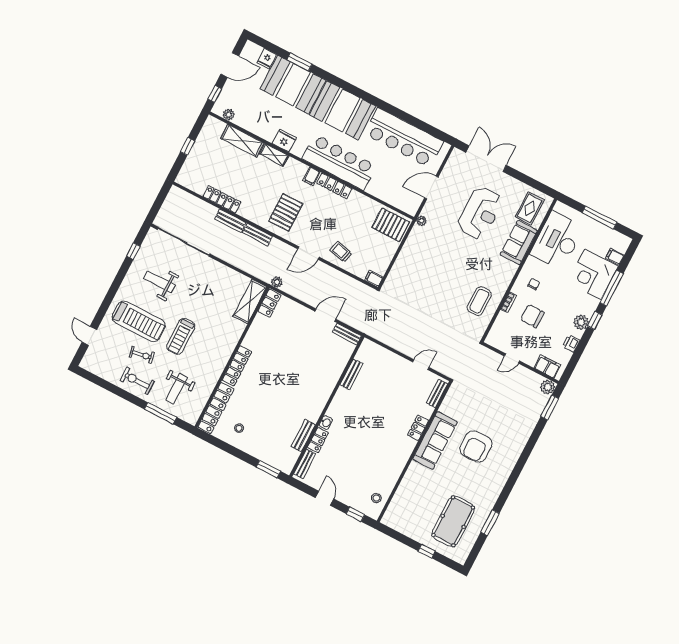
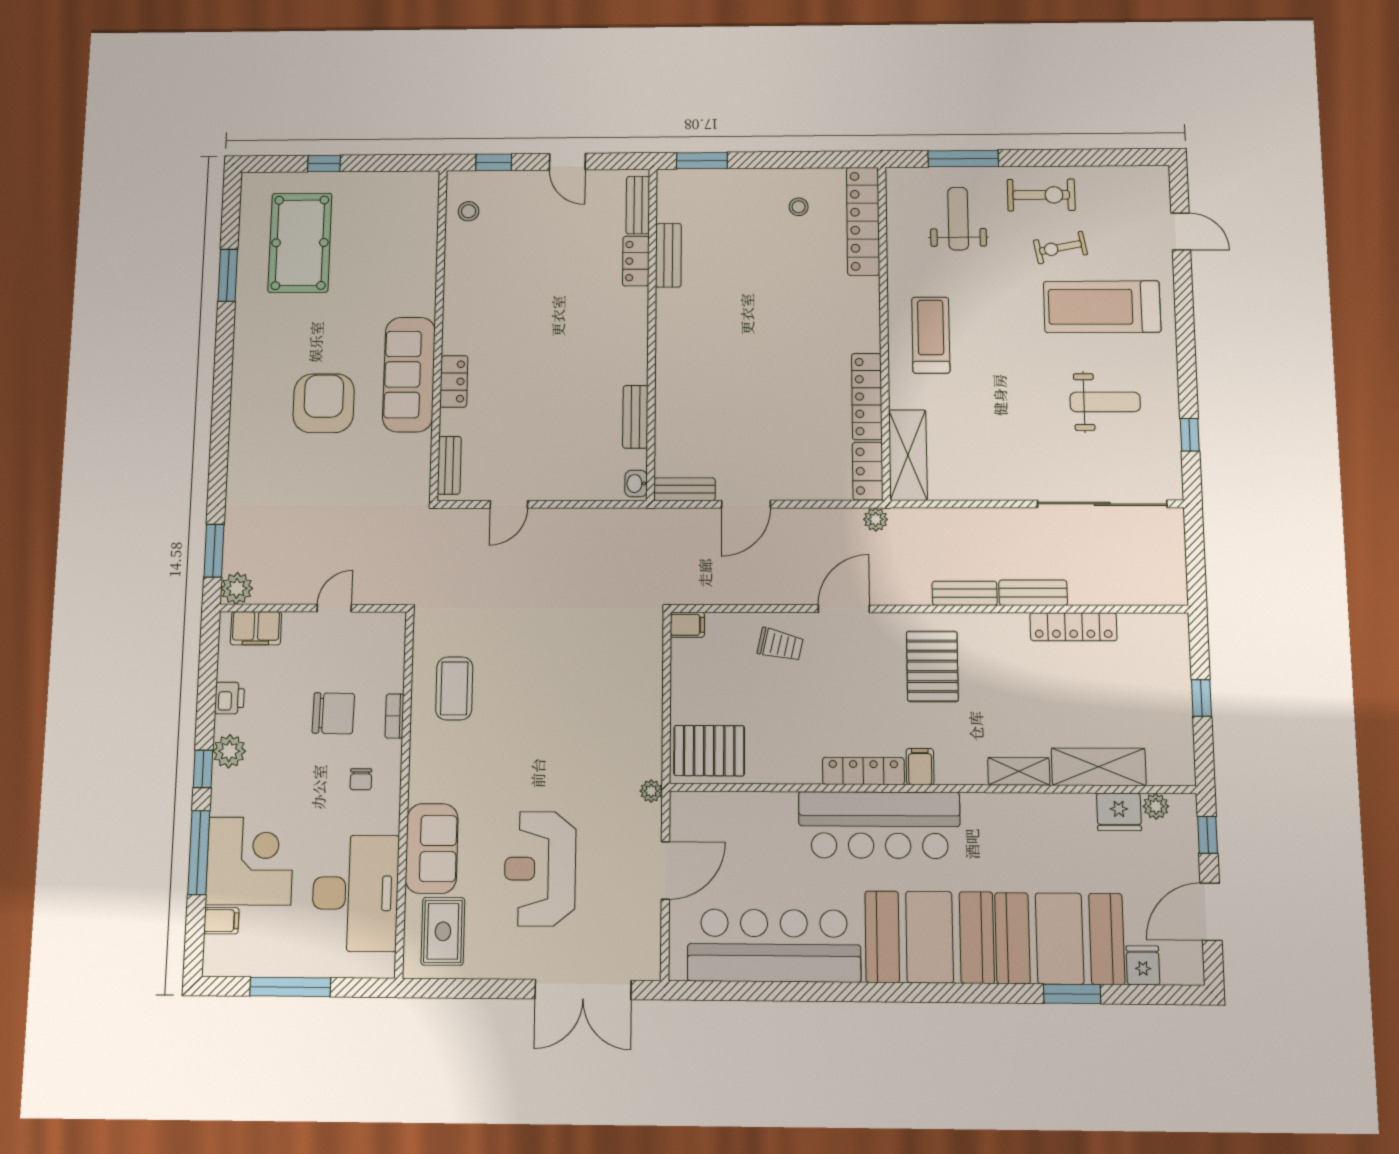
fridge: (284, 141) -> (1119, 812), moved
treadmill: (181, 336) -> (931, 335), moved
locker: (237, 366) -> (867, 397), moved
washbasin: (326, 422) -> (636, 484), moved

